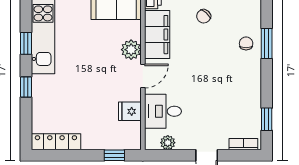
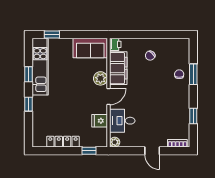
window: (267, 119) -> (193, 116), moved
locker: (56, 142) -> (63, 142), moved
plant: (168, 143) -> (115, 142), moved

